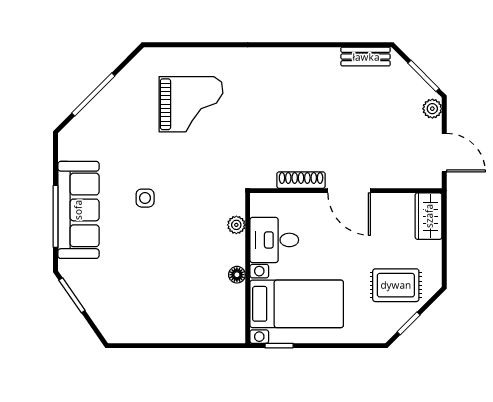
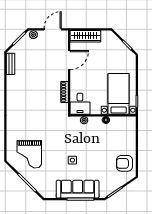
grand piano: (191, 104) -> (29, 154), moved, turned 180
door: (349, 191) -> (69, 60), moved
wardrobe: (429, 216) -> (85, 36), width x1.50
desk: (274, 240) -> (80, 104), moved
rug: (396, 285) -> (110, 51), removed
armchair: (138, 317) -> (124, 163), added

